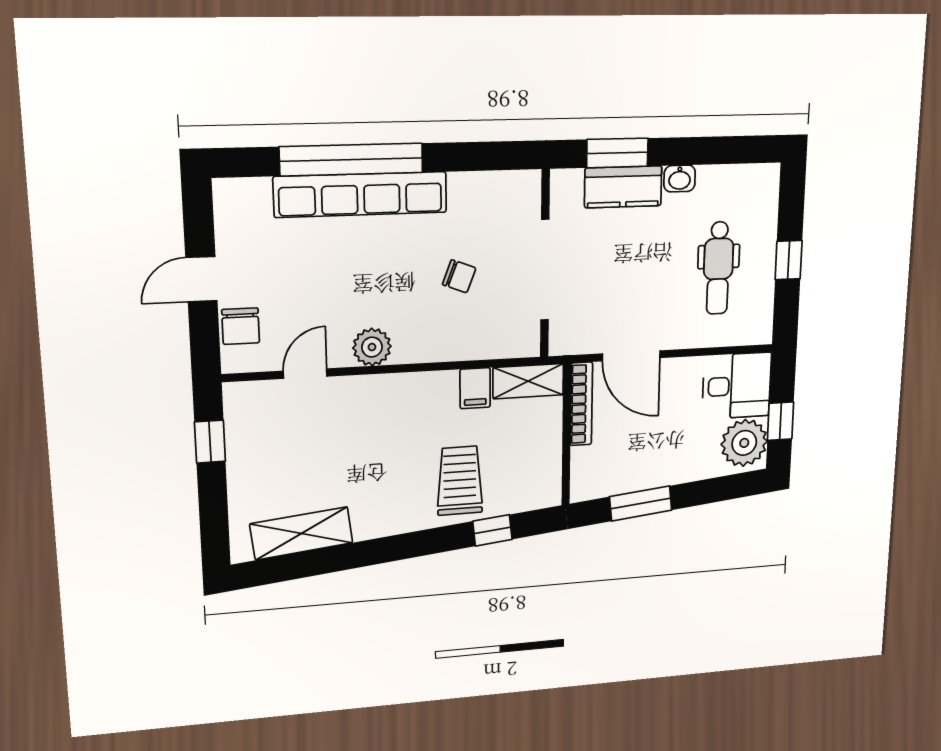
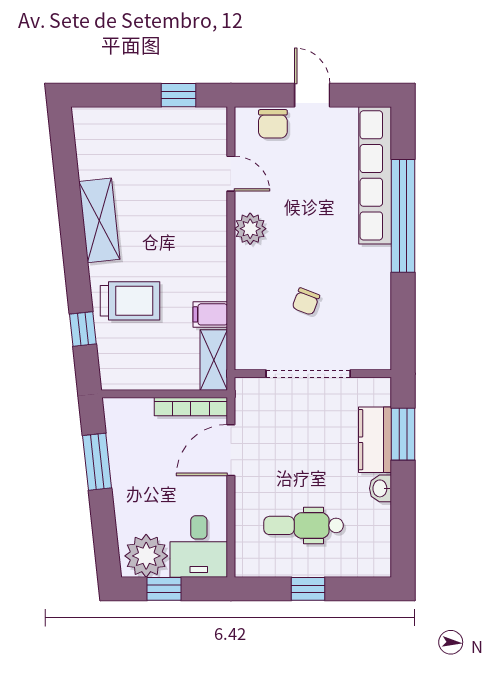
row of seats: (361, 195) -> (375, 175), moved
chair: (241, 326) -> (273, 124), turned -90
shelving: (301, 533) -> (99, 220), moved

